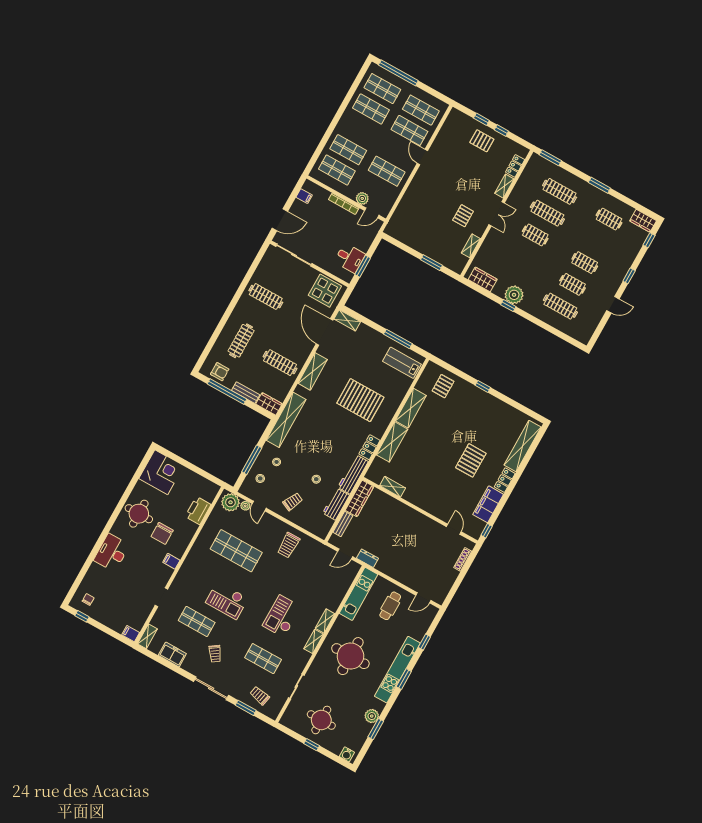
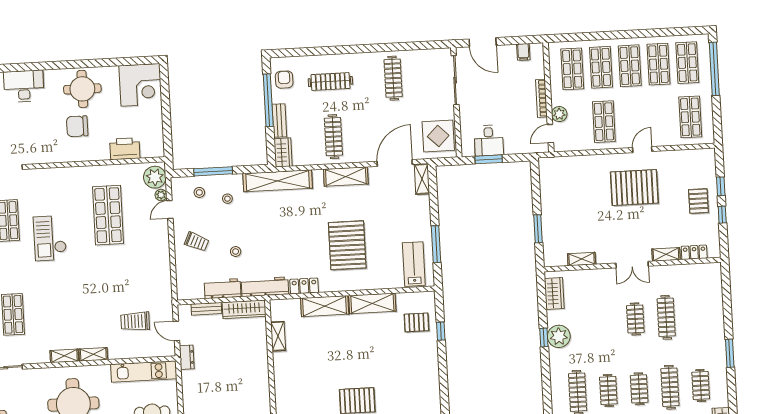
shop shelf: (409, 130) -> (630, 66), moved
window: (550, 158) -> (726, 284), removed
clothes rail: (560, 191) -> (670, 387), moved
door: (372, 213) -> (550, 134), hinge flipped
pallet: (463, 216) -> (634, 188), moved, width x2.05, depth x2.00
armchair: (220, 372) -> (284, 80), turned 180
window: (483, 386) -> (441, 331), moved
trolley: (288, 545) -> (135, 321), moved
filing cabinet: (171, 561) -> (54, 154), removed
checkout: (282, 616) -> (70, 306), removed

